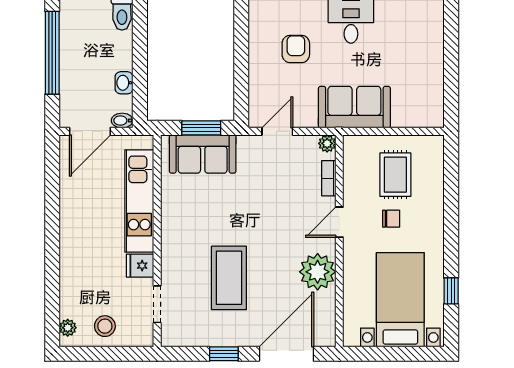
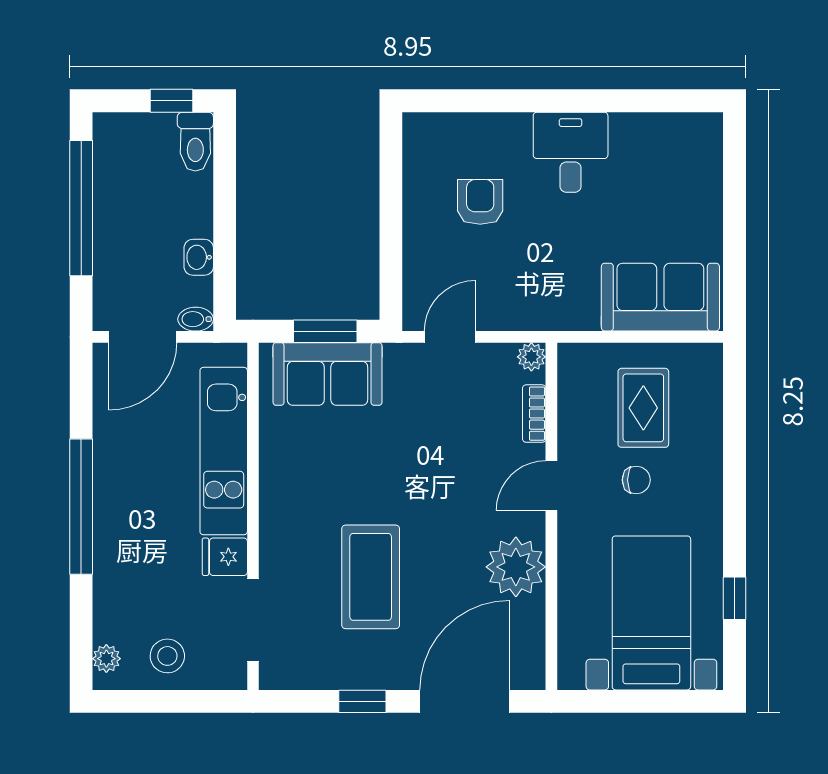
sofa: (354, 107) -> (660, 297), moved
window: (52, 235) -> (81, 507), added
doorway: (157, 304) -> (253, 620), width x1.38

